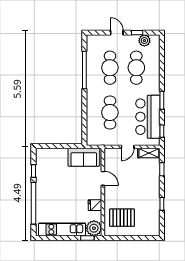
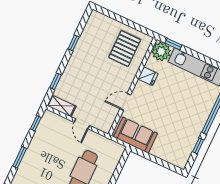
bar counter: (148, 117) -> (44, 146), removed
door: (128, 147) -> (82, 124), swing flipped
door: (103, 178) -> (125, 102), hinge flipped
pallet: (122, 218) -> (125, 49), turned 90

